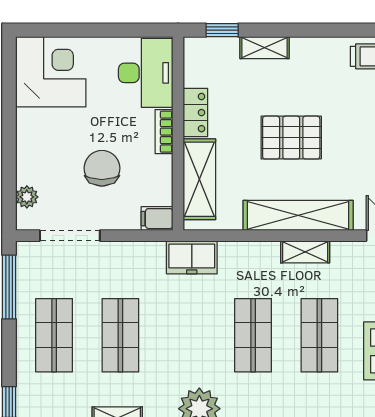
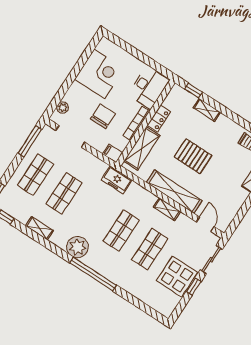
corner desk: (51, 72) -> (99, 74), moved
bookcase: (164, 132) -> (136, 123), width x1.56

